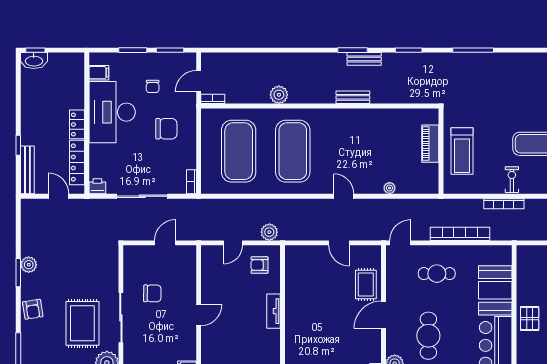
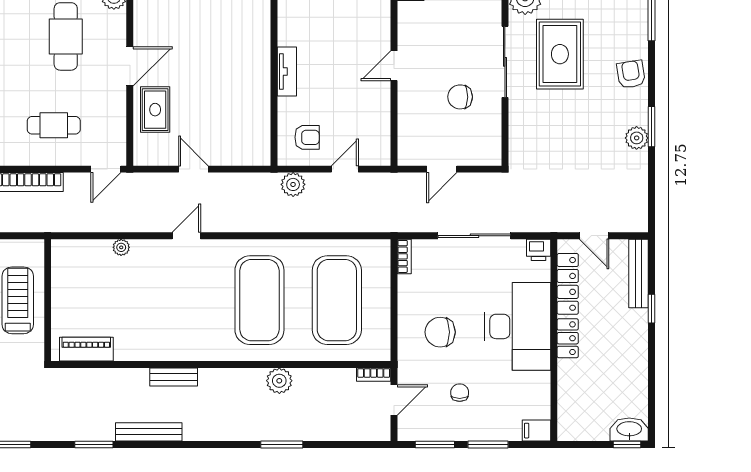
window: (353, 50) -> (282, 444), moved
bench: (364, 59) -> (149, 432), width x1.36
filing cabinet: (99, 73) -> (536, 431), moved
desk: (112, 112) -> (518, 326), moved
piano: (430, 144) -> (86, 349), moved, turned -90
door: (344, 196) -> (186, 236), swing flipped

